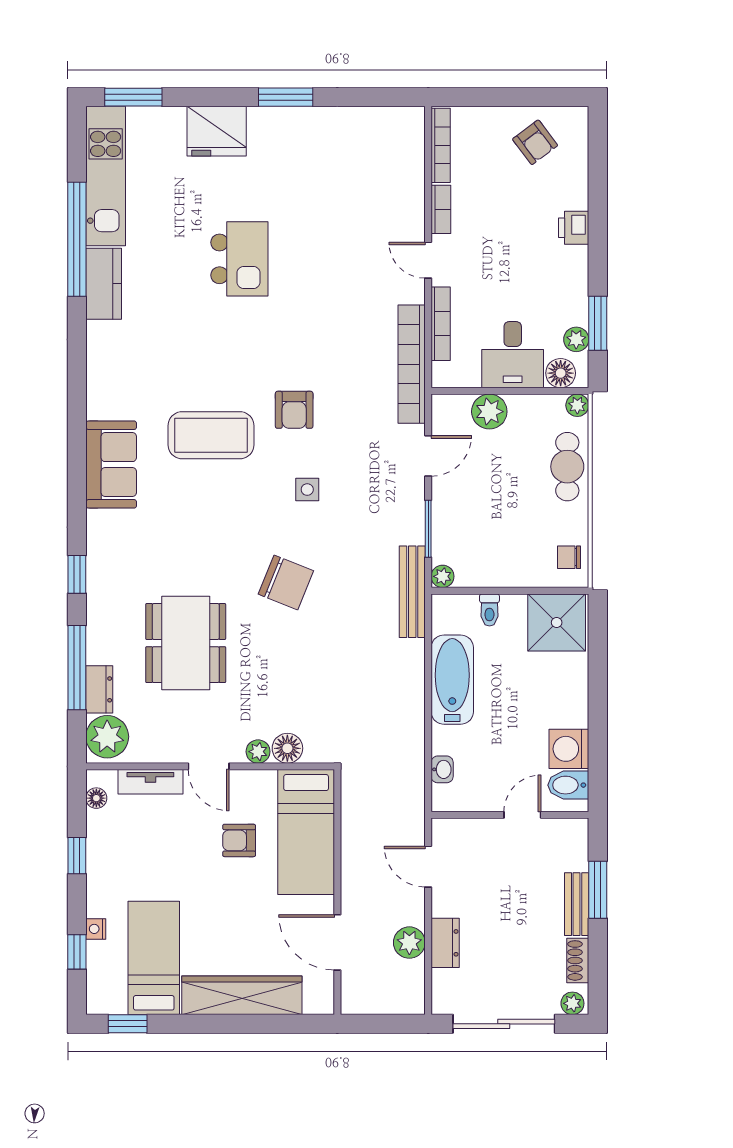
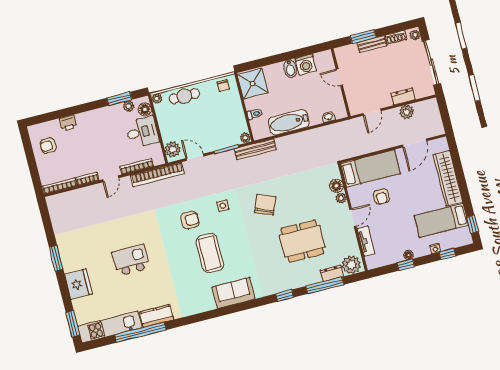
armchair: (535, 142) -> (48, 146), turned -143
printer: (574, 228) -> (68, 123), moved
plant: (489, 412) -> (173, 149), moved
bidet: (568, 785) -> (290, 69), moved
floor lamp: (96, 798) -> (408, 255), moved

